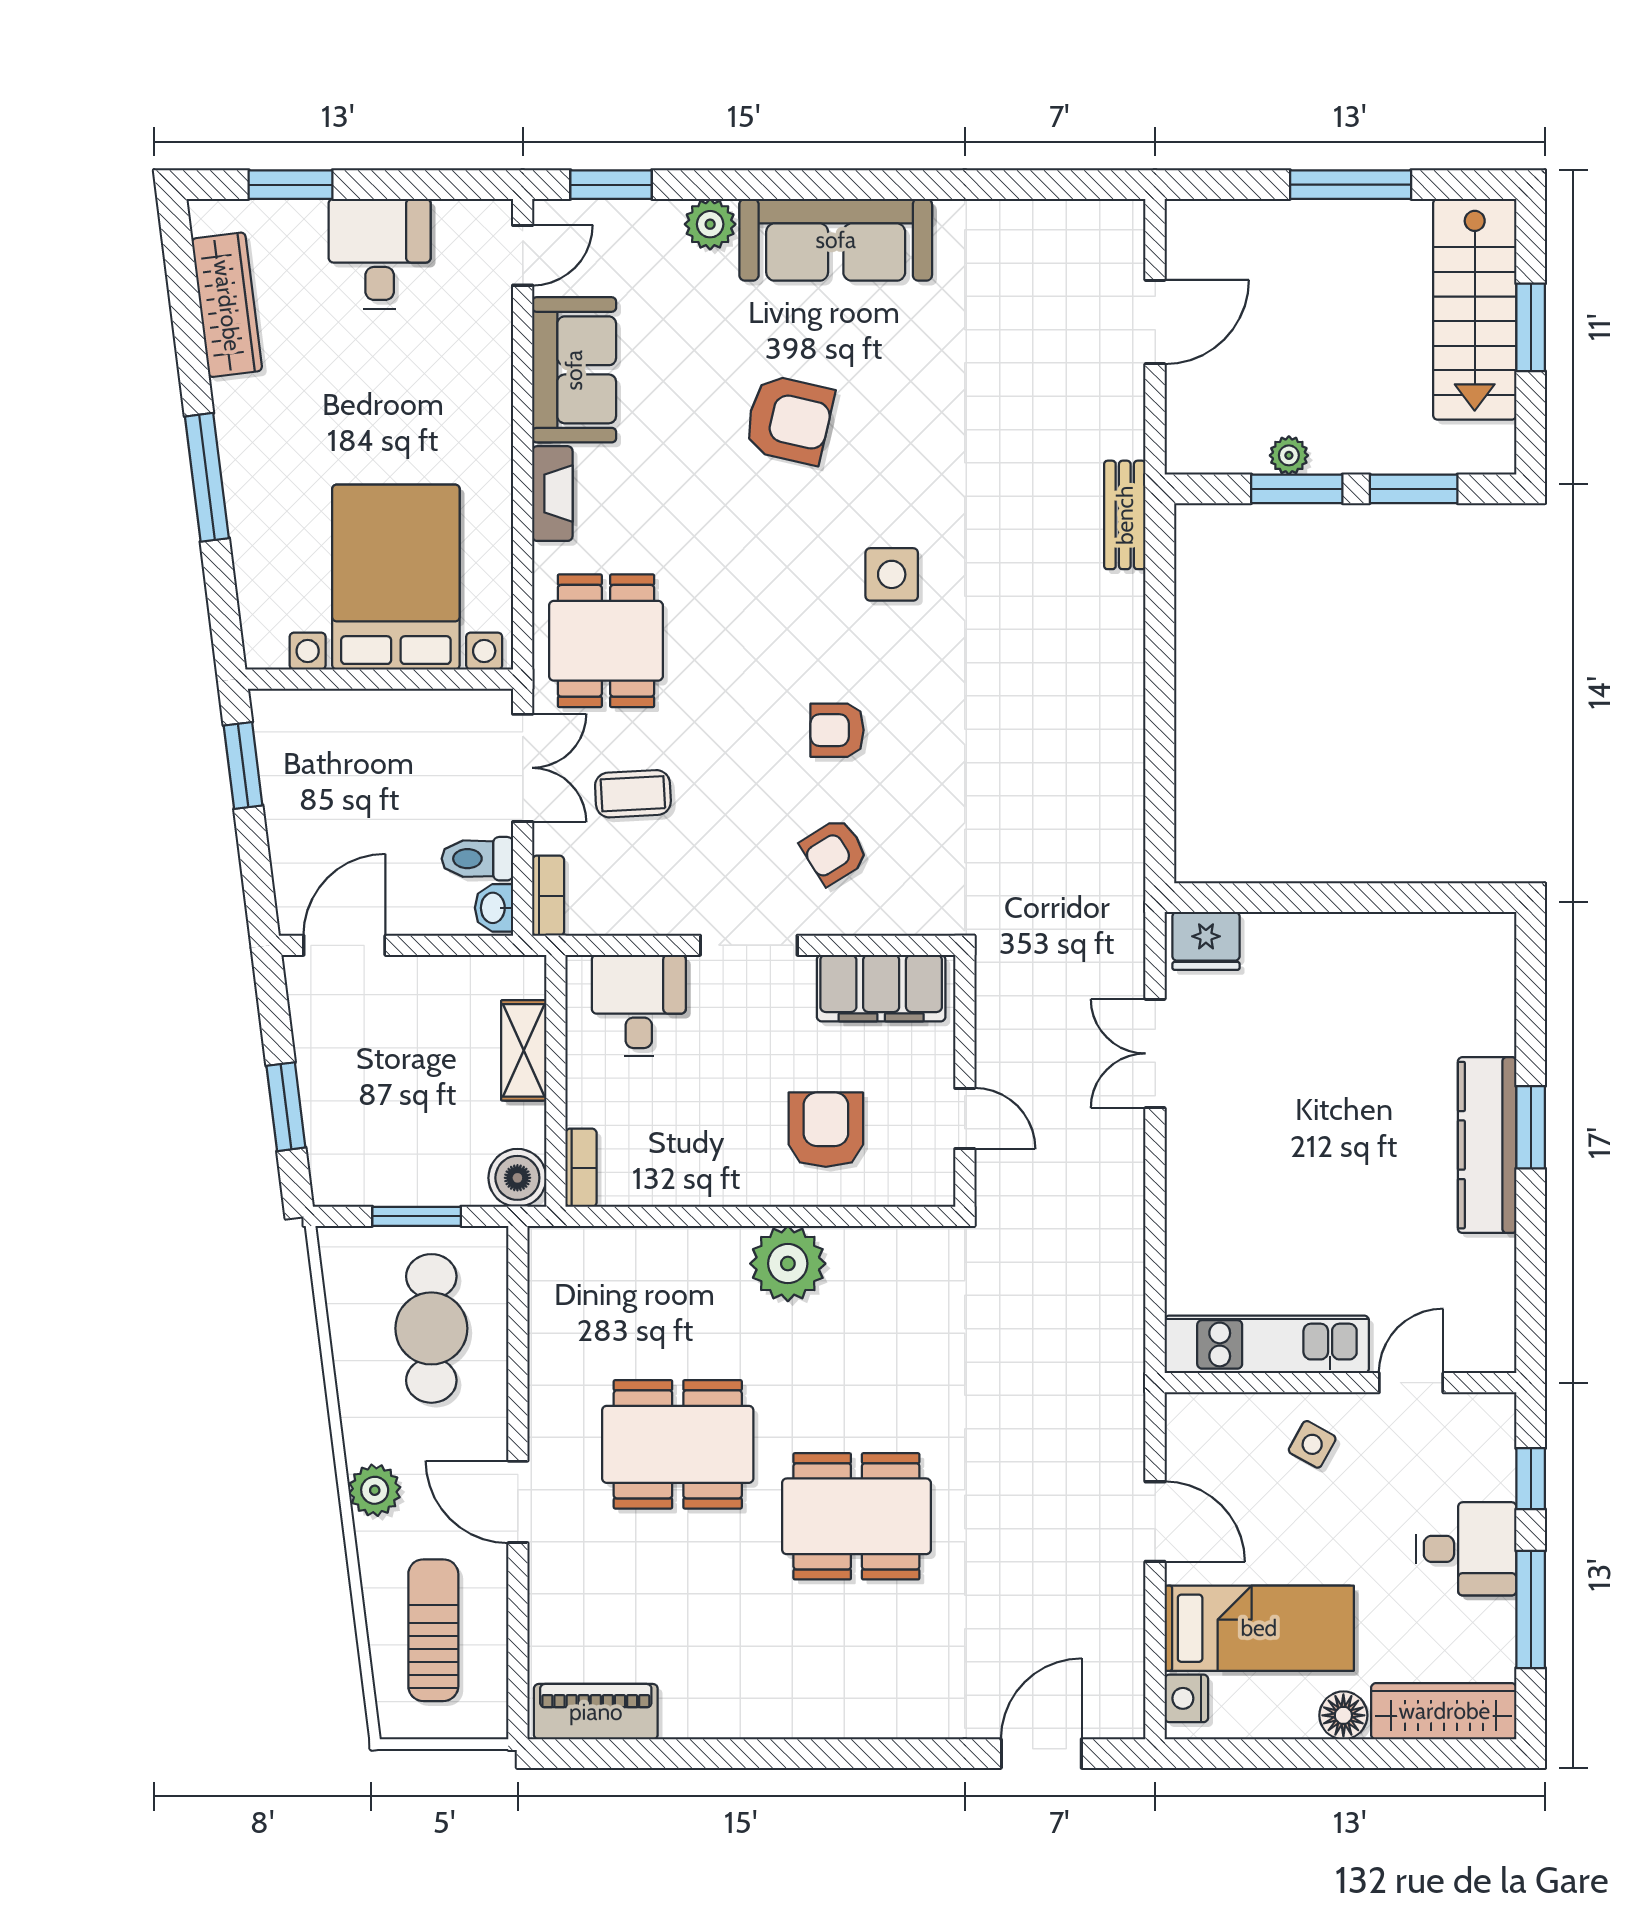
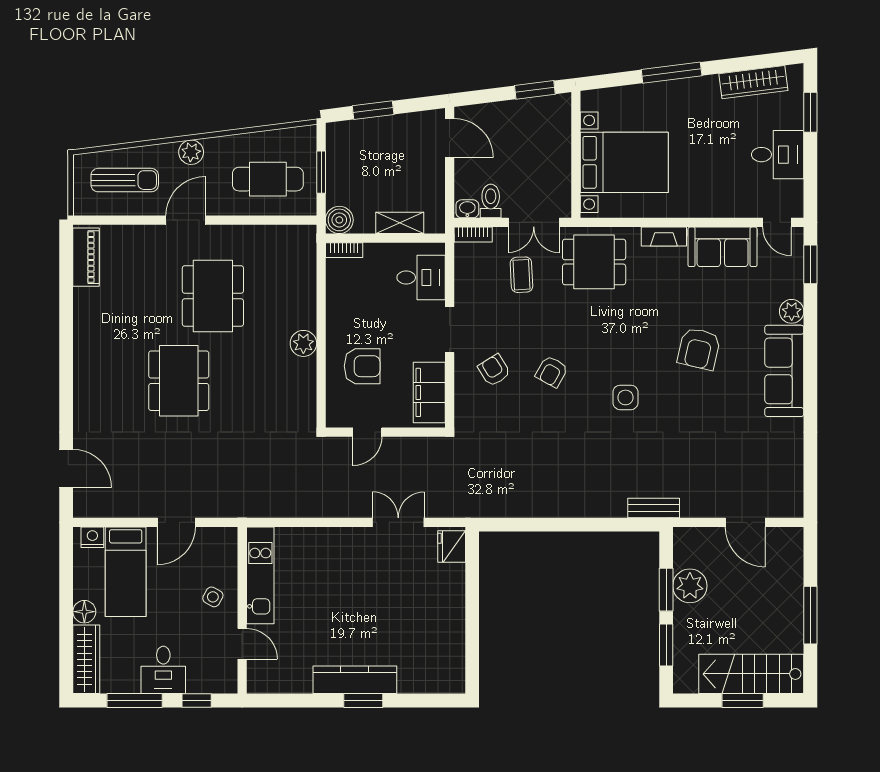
plant: (1289, 455) -> (690, 586), width x1.87, depth x1.87
armchair: (837, 730) -> (552, 372), turned -151
plant: (788, 1264) -> (303, 343), width x0.73, depth x0.73

